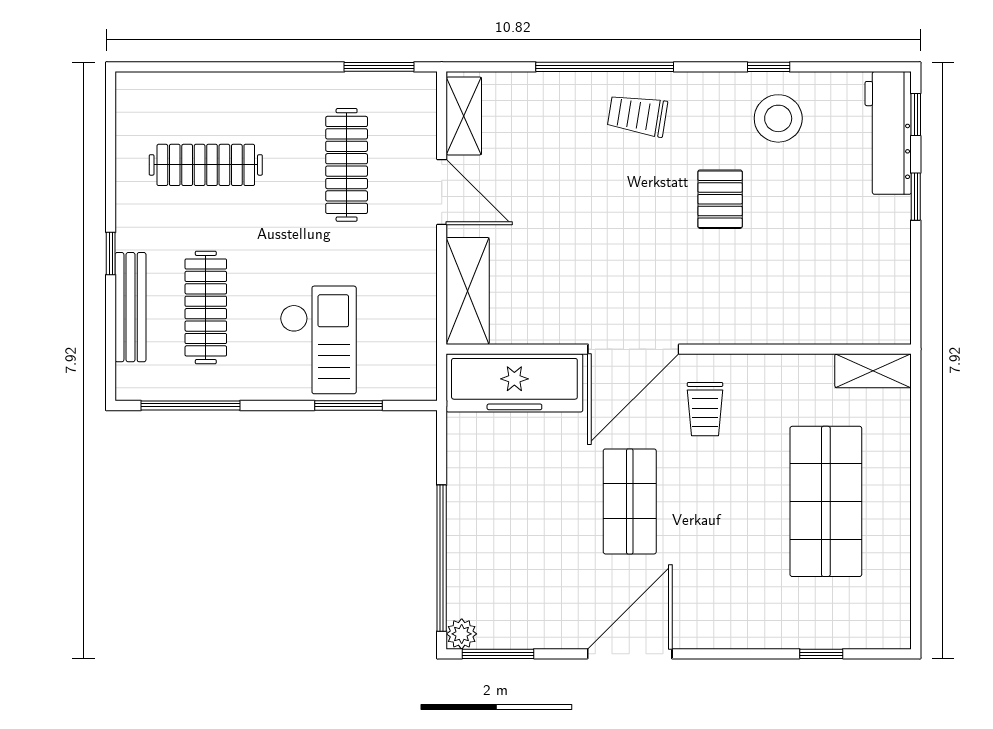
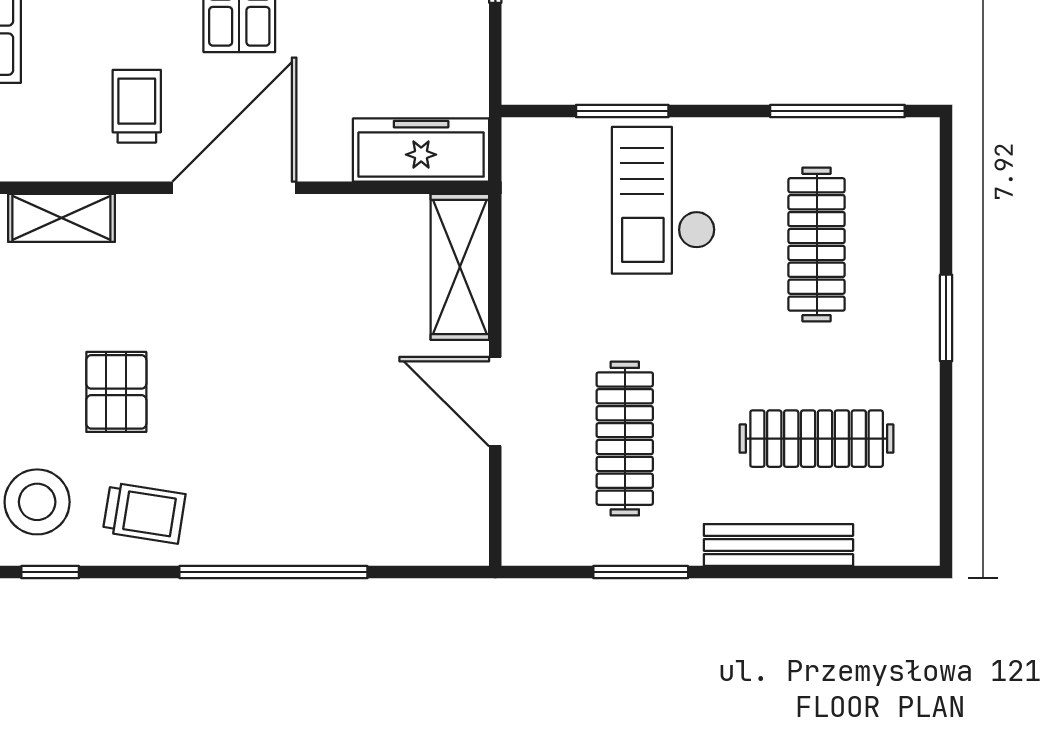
window: (379, 67) -> (641, 572), moved
trolley: (637, 115) -> (144, 513), moved
shelving: (464, 116) -> (61, 218), moved, turned 90
window: (111, 254) -> (946, 318), width x1.50
bench: (131, 307) -> (778, 545), moved, turned 90
freezer: (514, 383) -> (421, 150), width x0.73, depth x0.79

